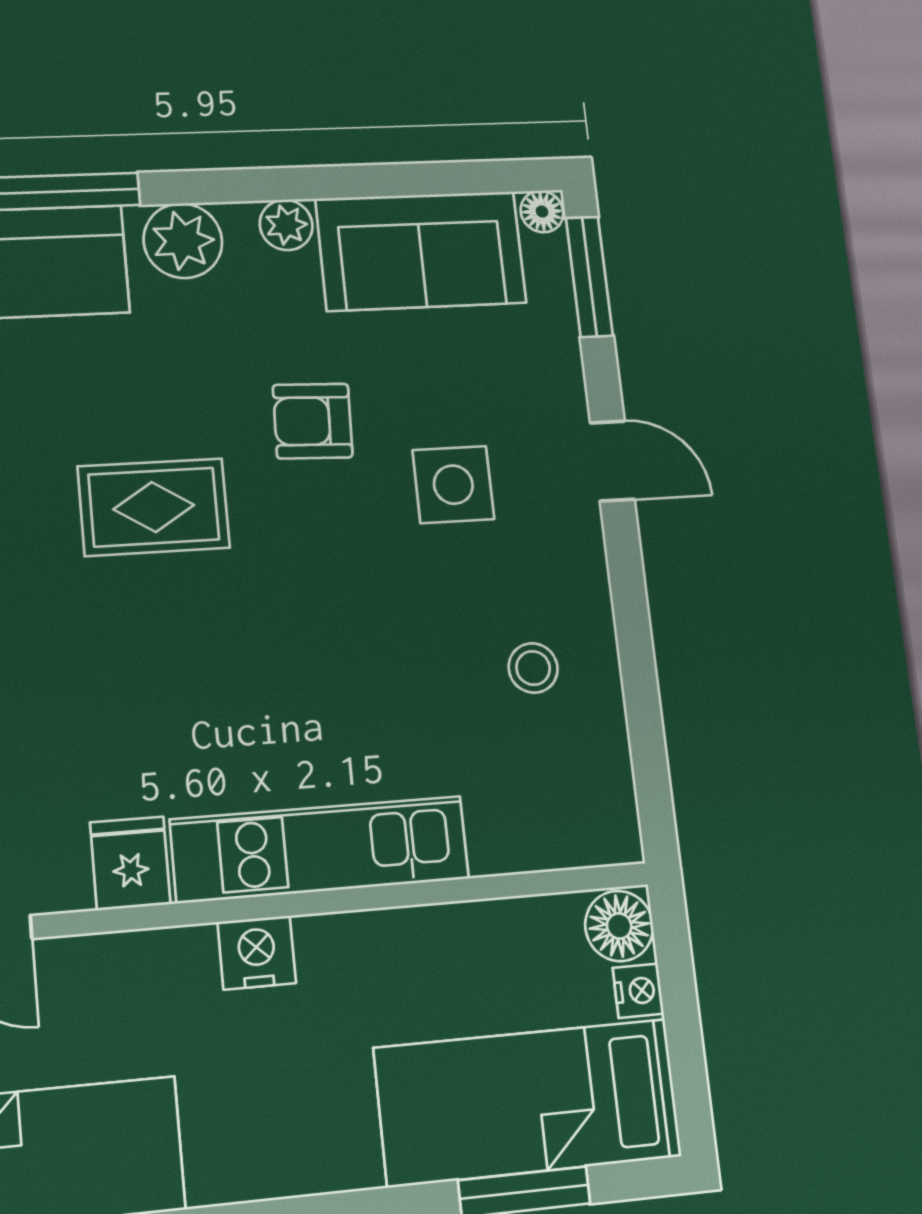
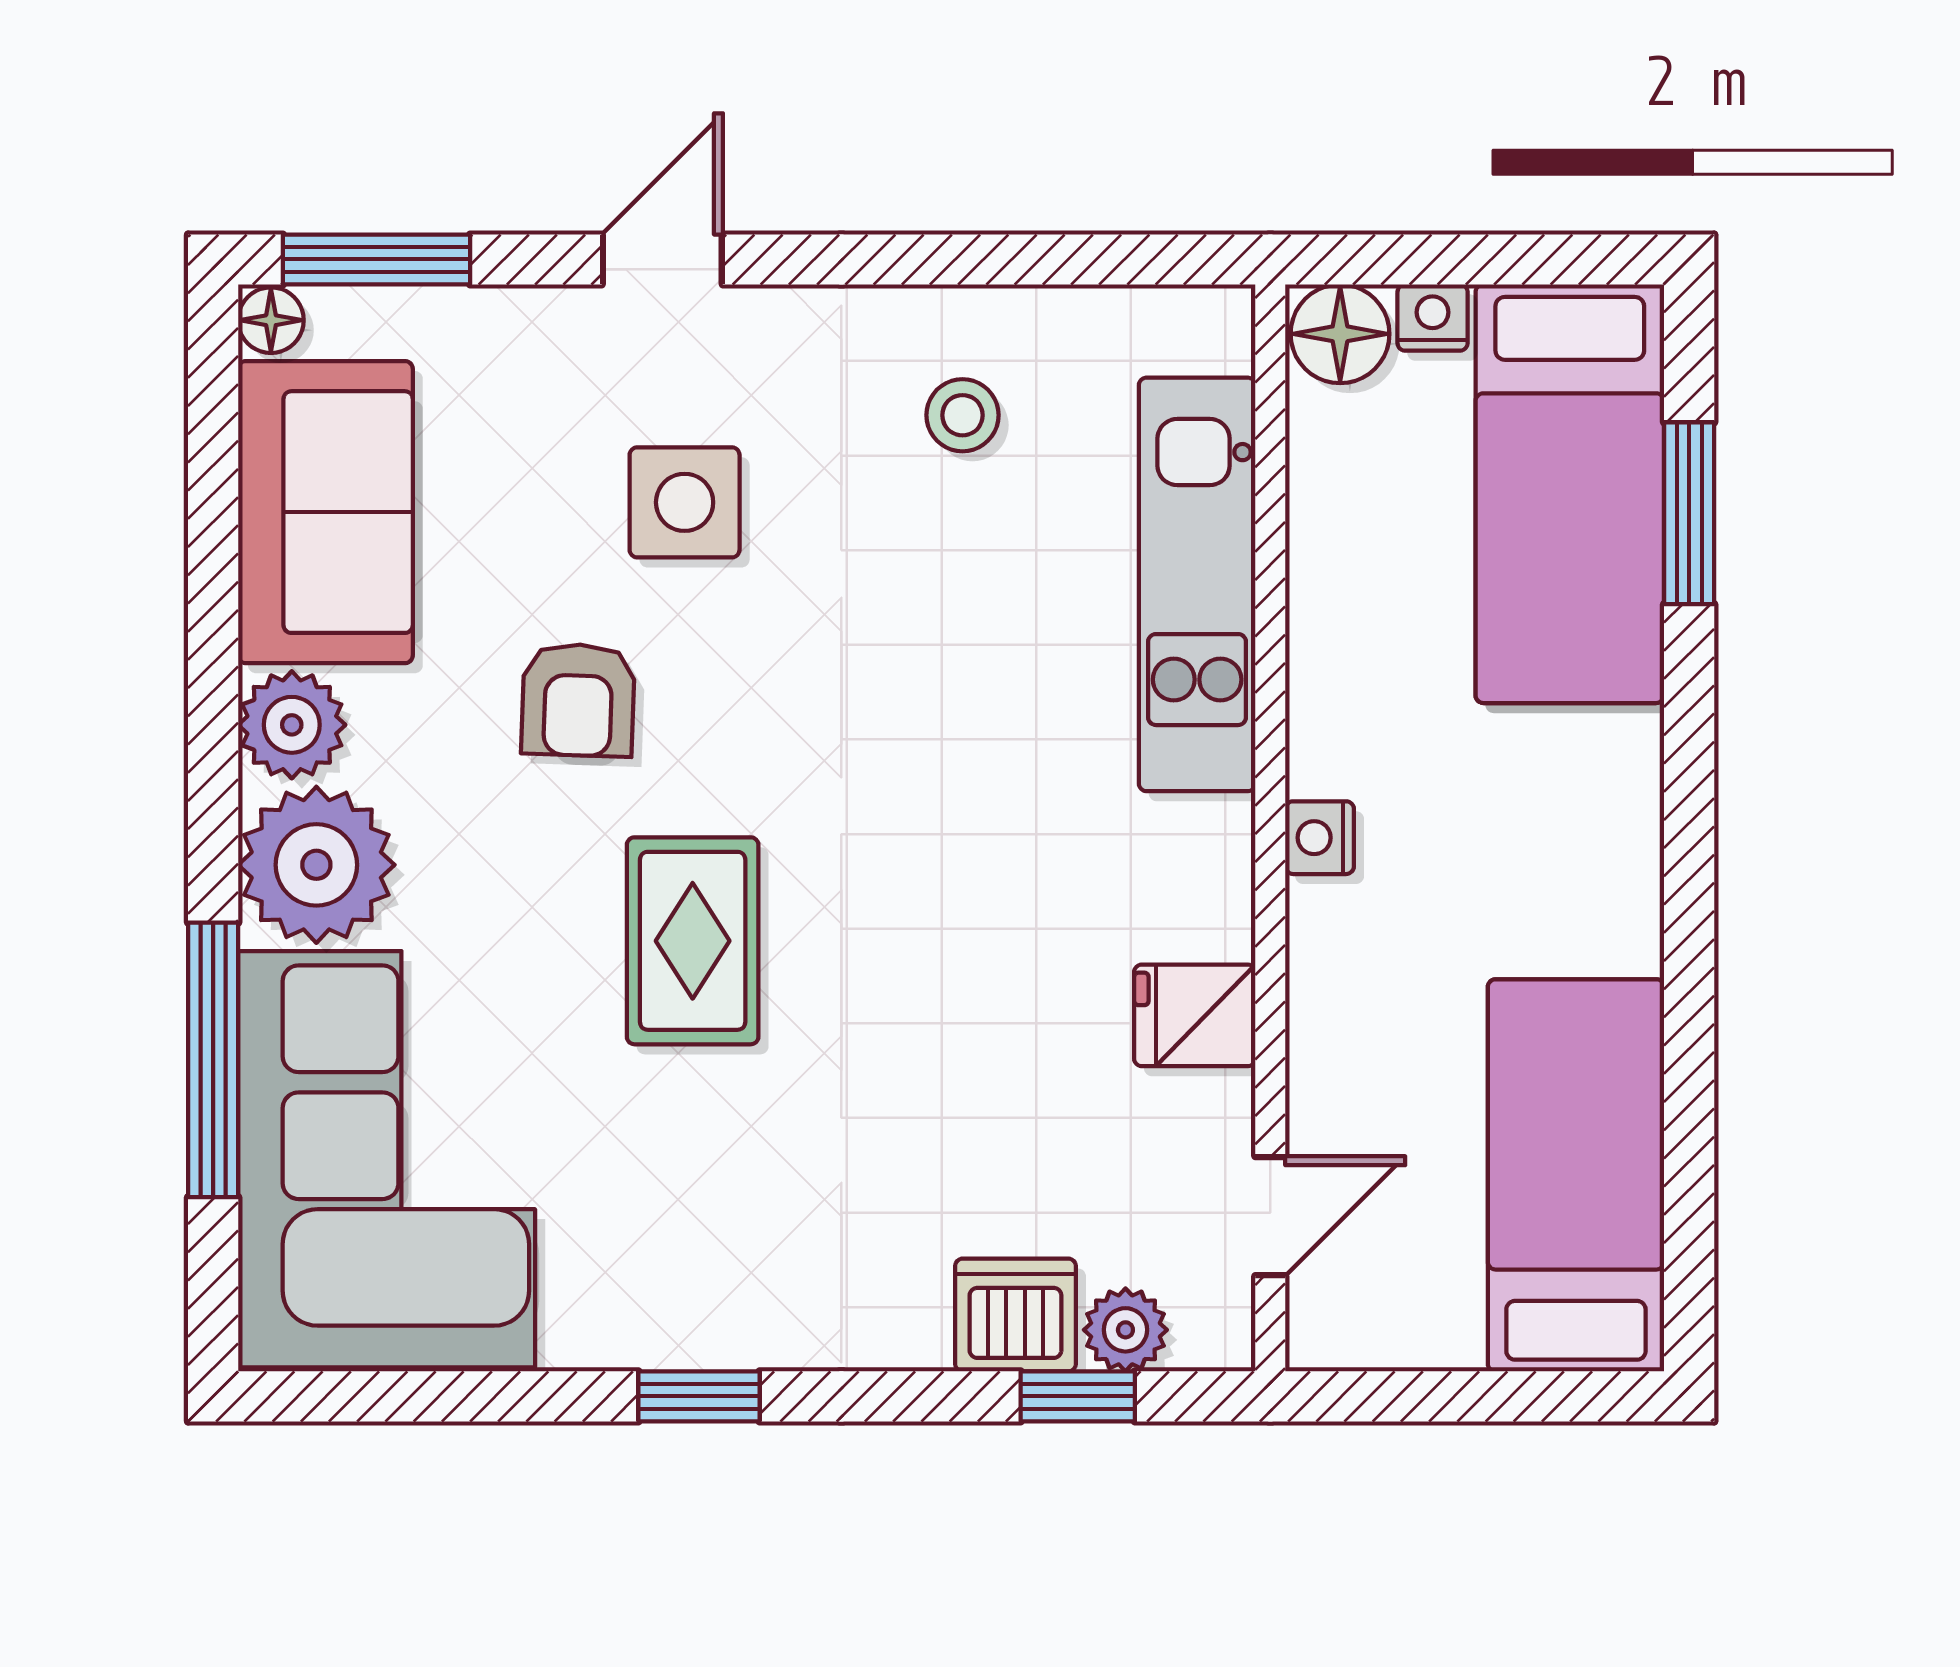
plant: (286, 225) -> (292, 725), width x1.38, depth x1.38
plant: (183, 241) -> (316, 865), width x1.36, depth x1.36
kitchen unit: (320, 849) -> (1197, 584), moved
nightstand: (257, 953) -> (1320, 838), width x0.72, depth x0.74

